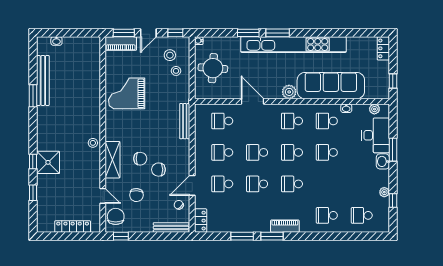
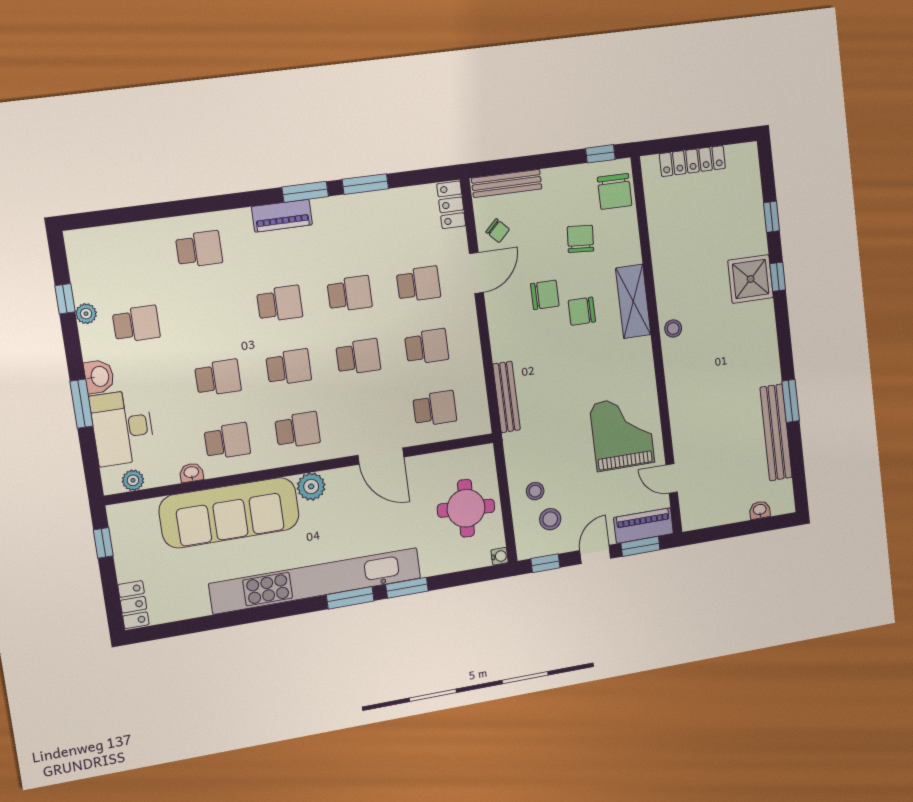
grand piano: (127, 93) -> (622, 433), turned -90
door: (103, 196) -> (672, 478), moved
school desk: (362, 215) -> (136, 324), moved

